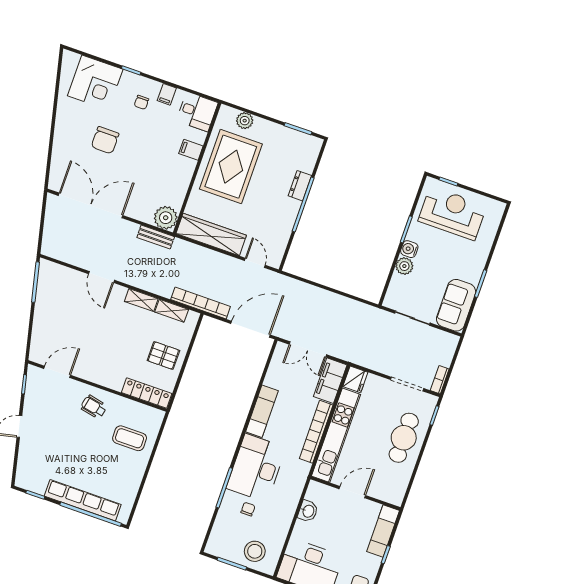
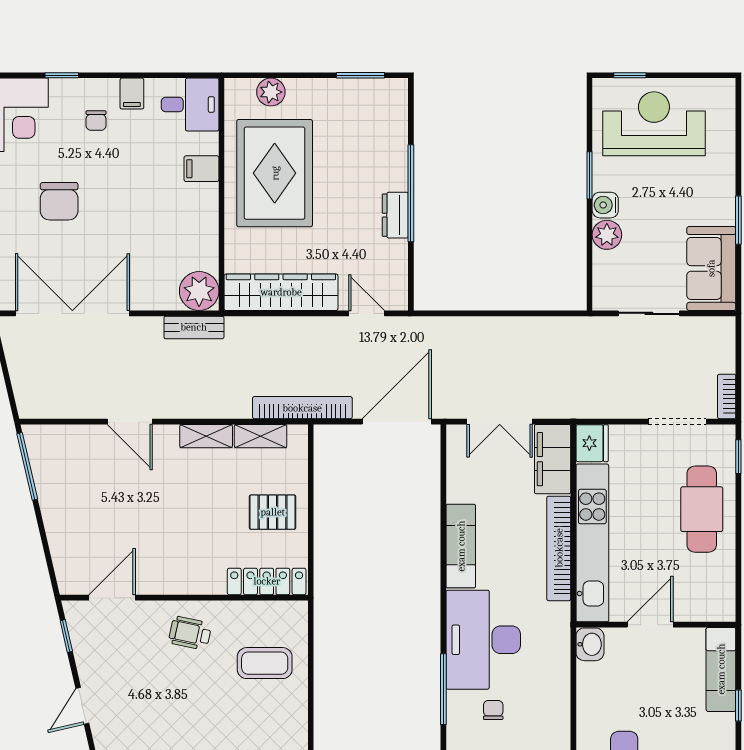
dresser: (300, 186) -> (395, 215), moved
washbasin: (308, 511) -> (590, 644), moved

